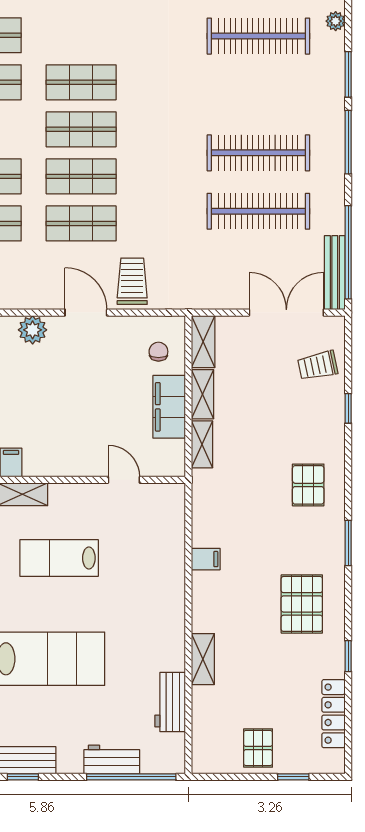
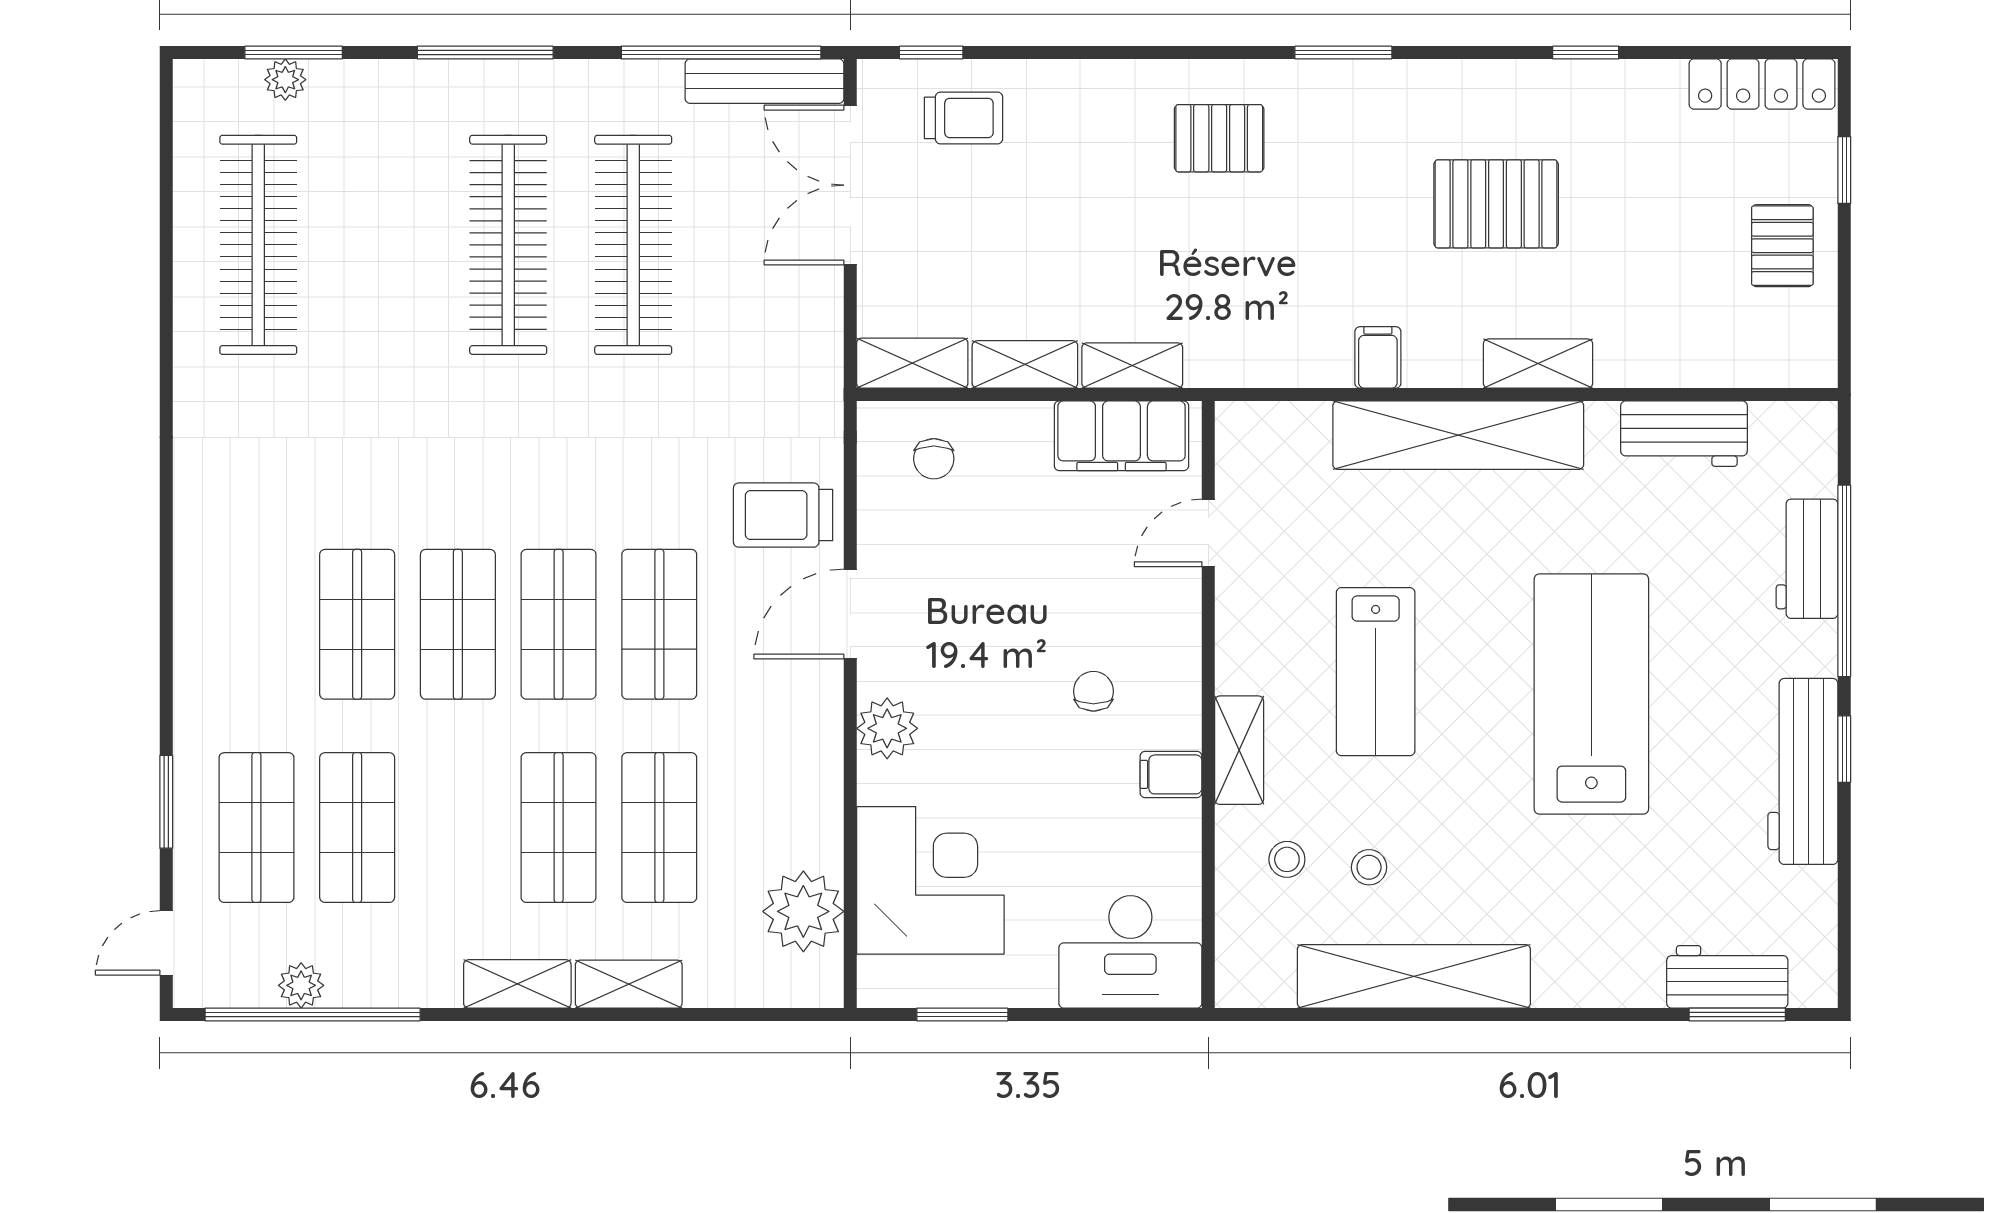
plant: (336, 21) -> (285, 80), moved
window: (348, 74) -> (294, 53), moved
chair: (158, 352) -> (934, 459), turned -90
trolley: (318, 366) -> (963, 118), turned -78
filing cabinet: (169, 407) -> (1121, 436), moved
window: (348, 408) -> (931, 53), moved
chair: (50, 426) -> (1093, 691), added
shelving: (169, 597) -> (1458, 435), added
pallet: (302, 604) -> (1496, 204), moved
shelving: (203, 659) -> (1538, 364), moved
locker: (333, 714) -> (1762, 84), moved
pallet: (258, 748) -> (1782, 246), turned 90
window: (131, 777) -> (1844, 581), moved

